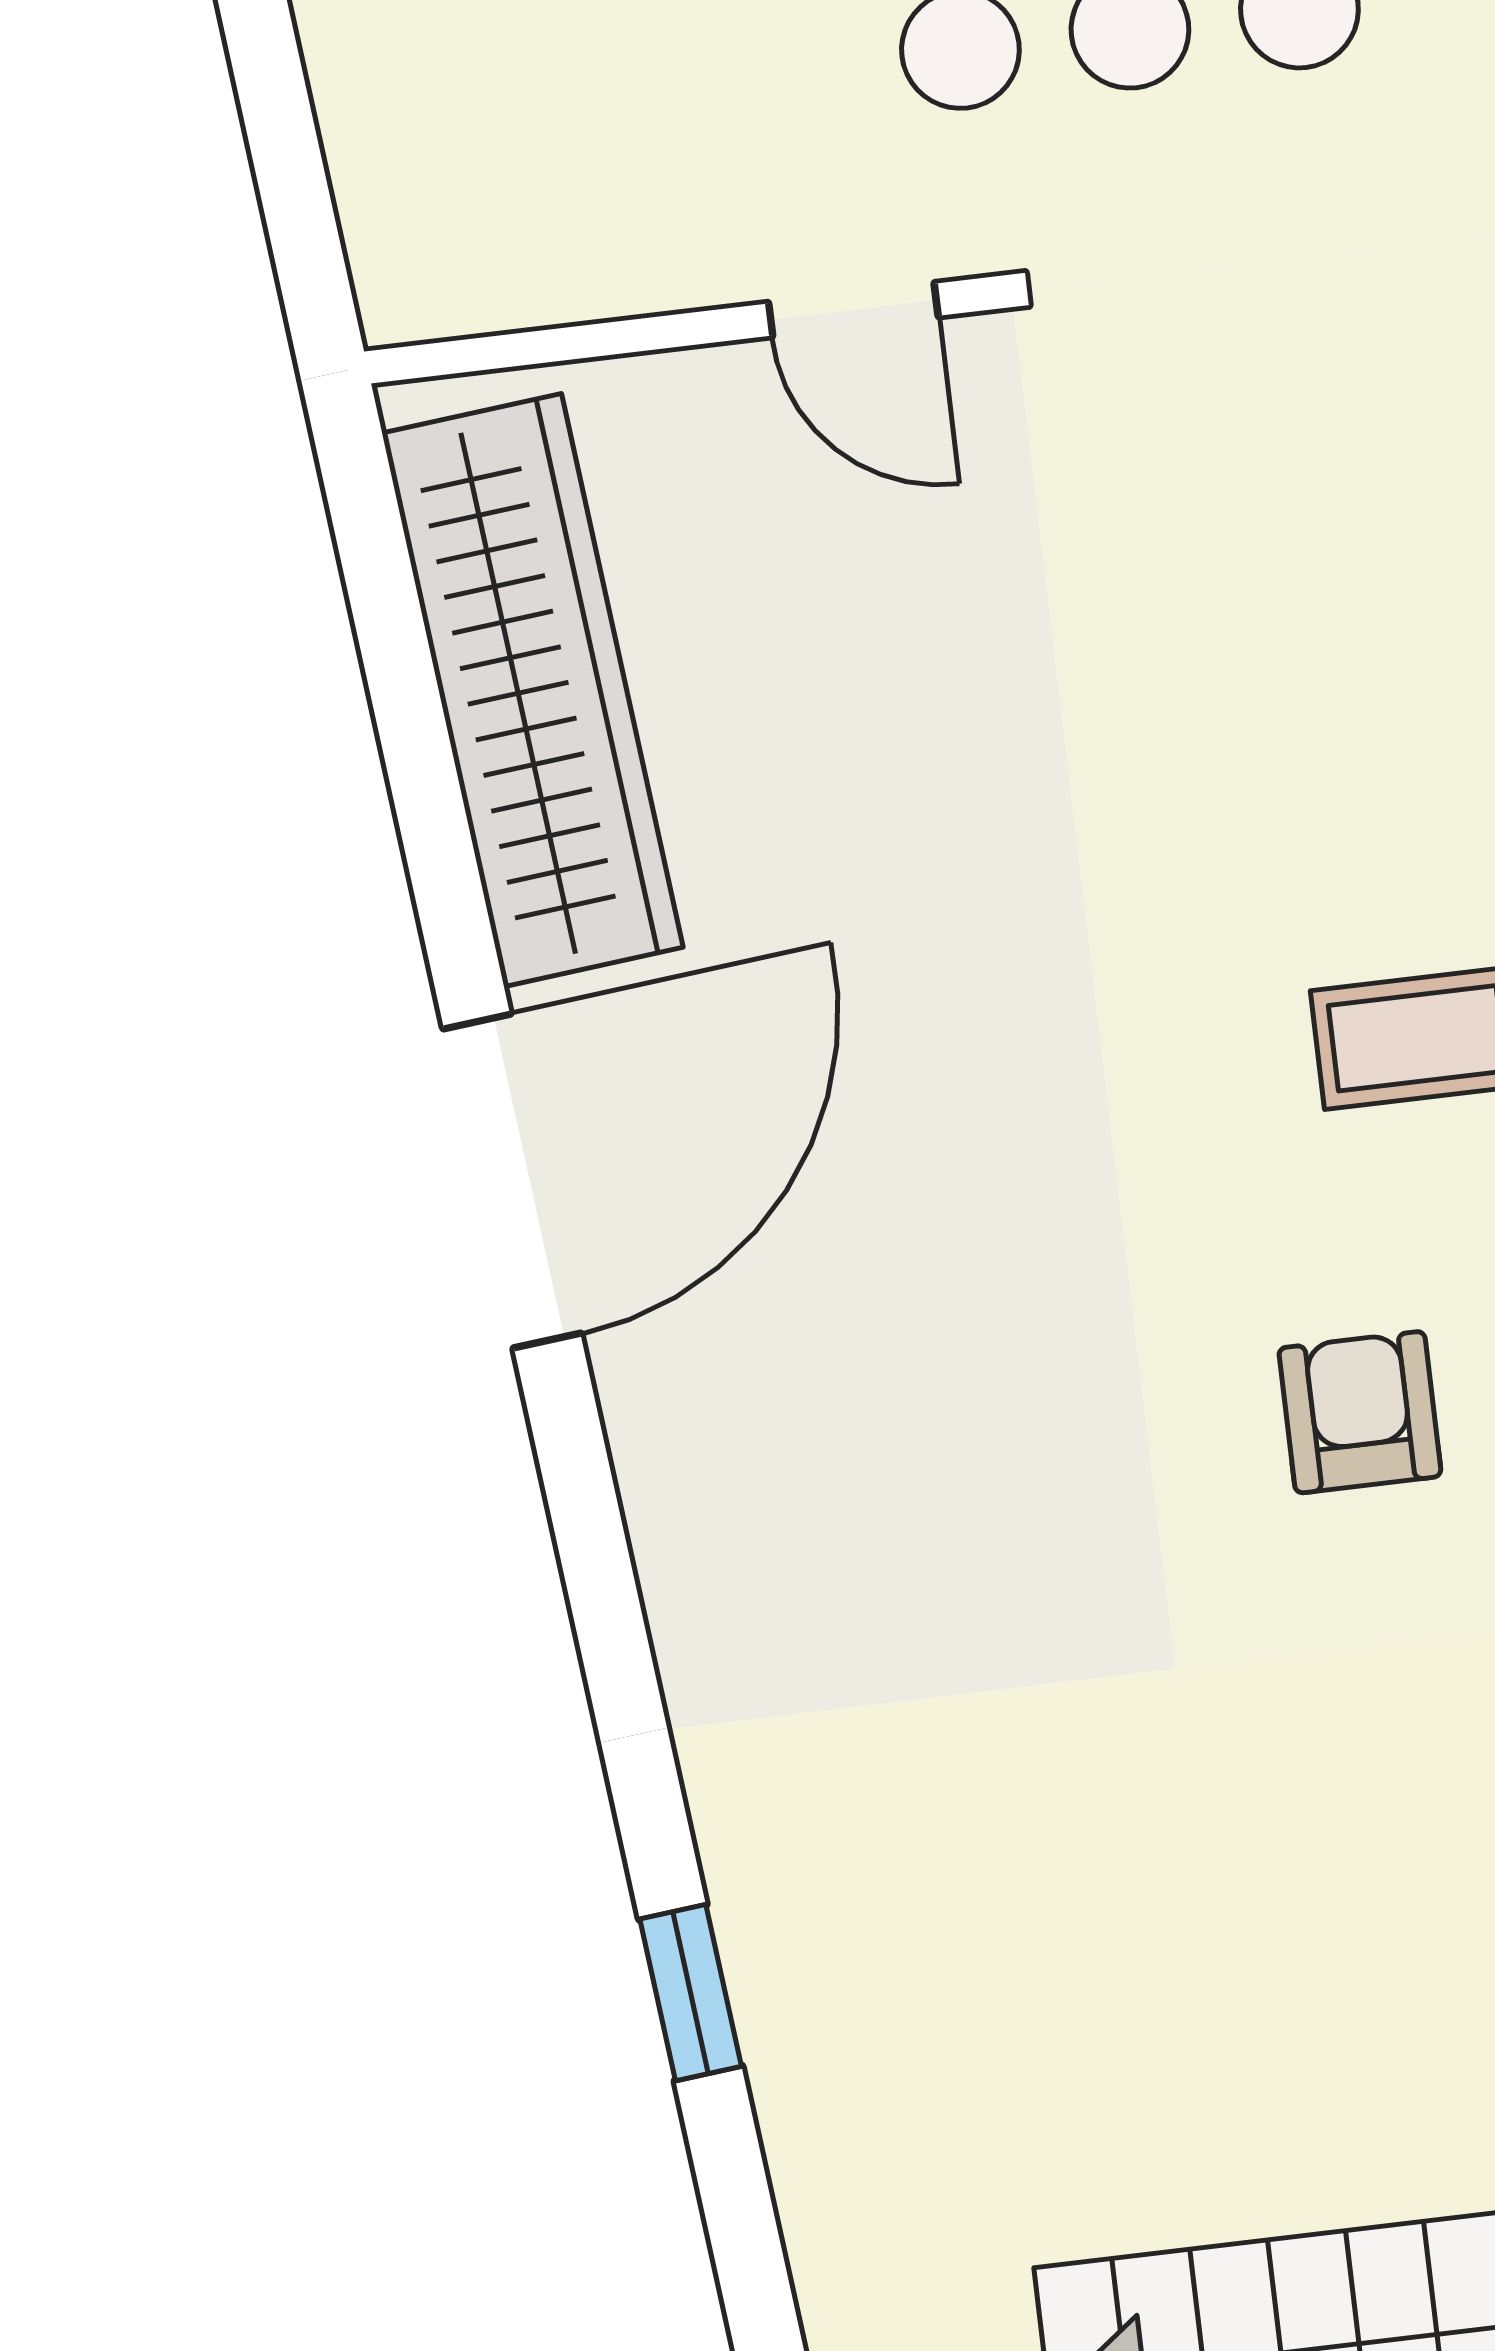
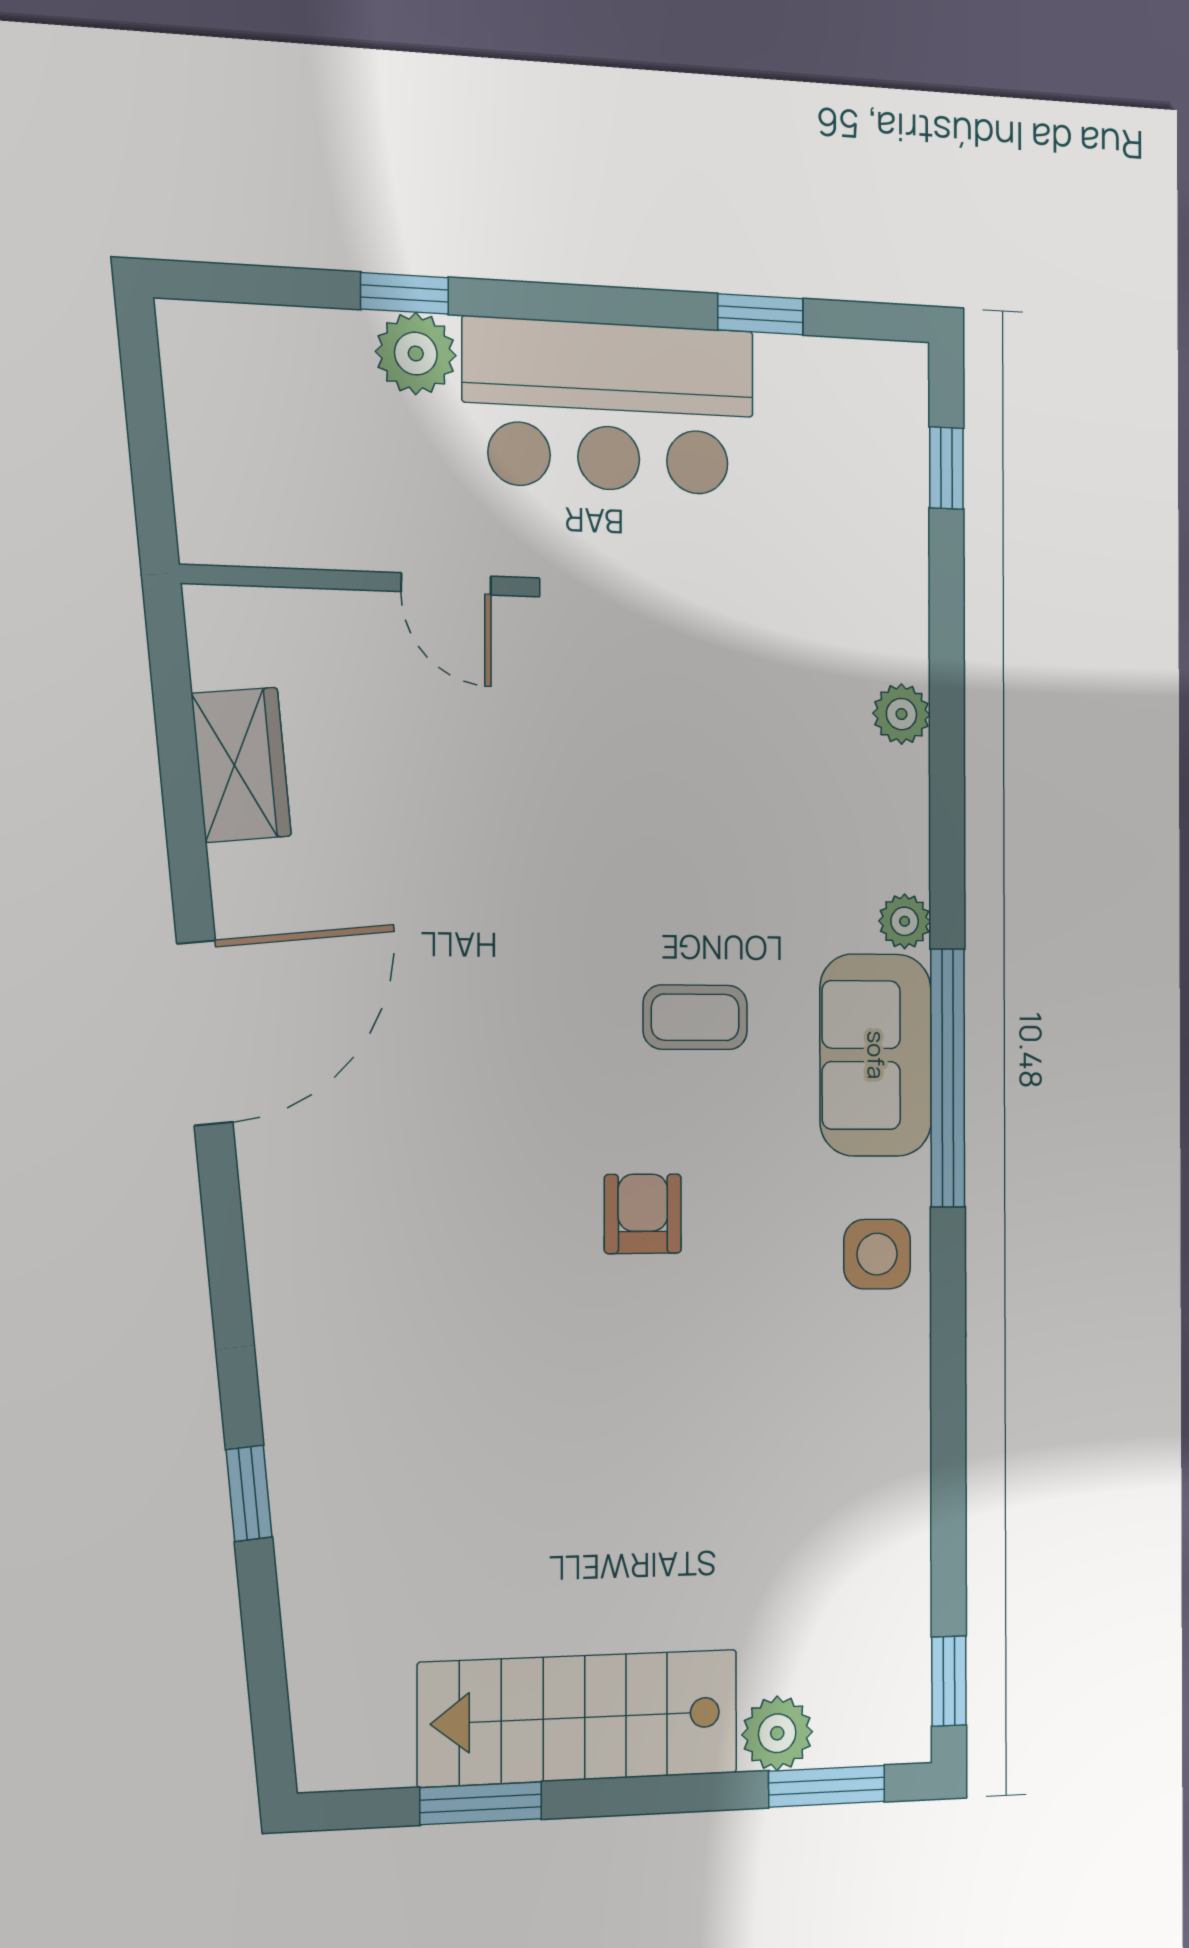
wardrobe: (533, 690) -> (241, 765), width x0.48, depth x0.85

